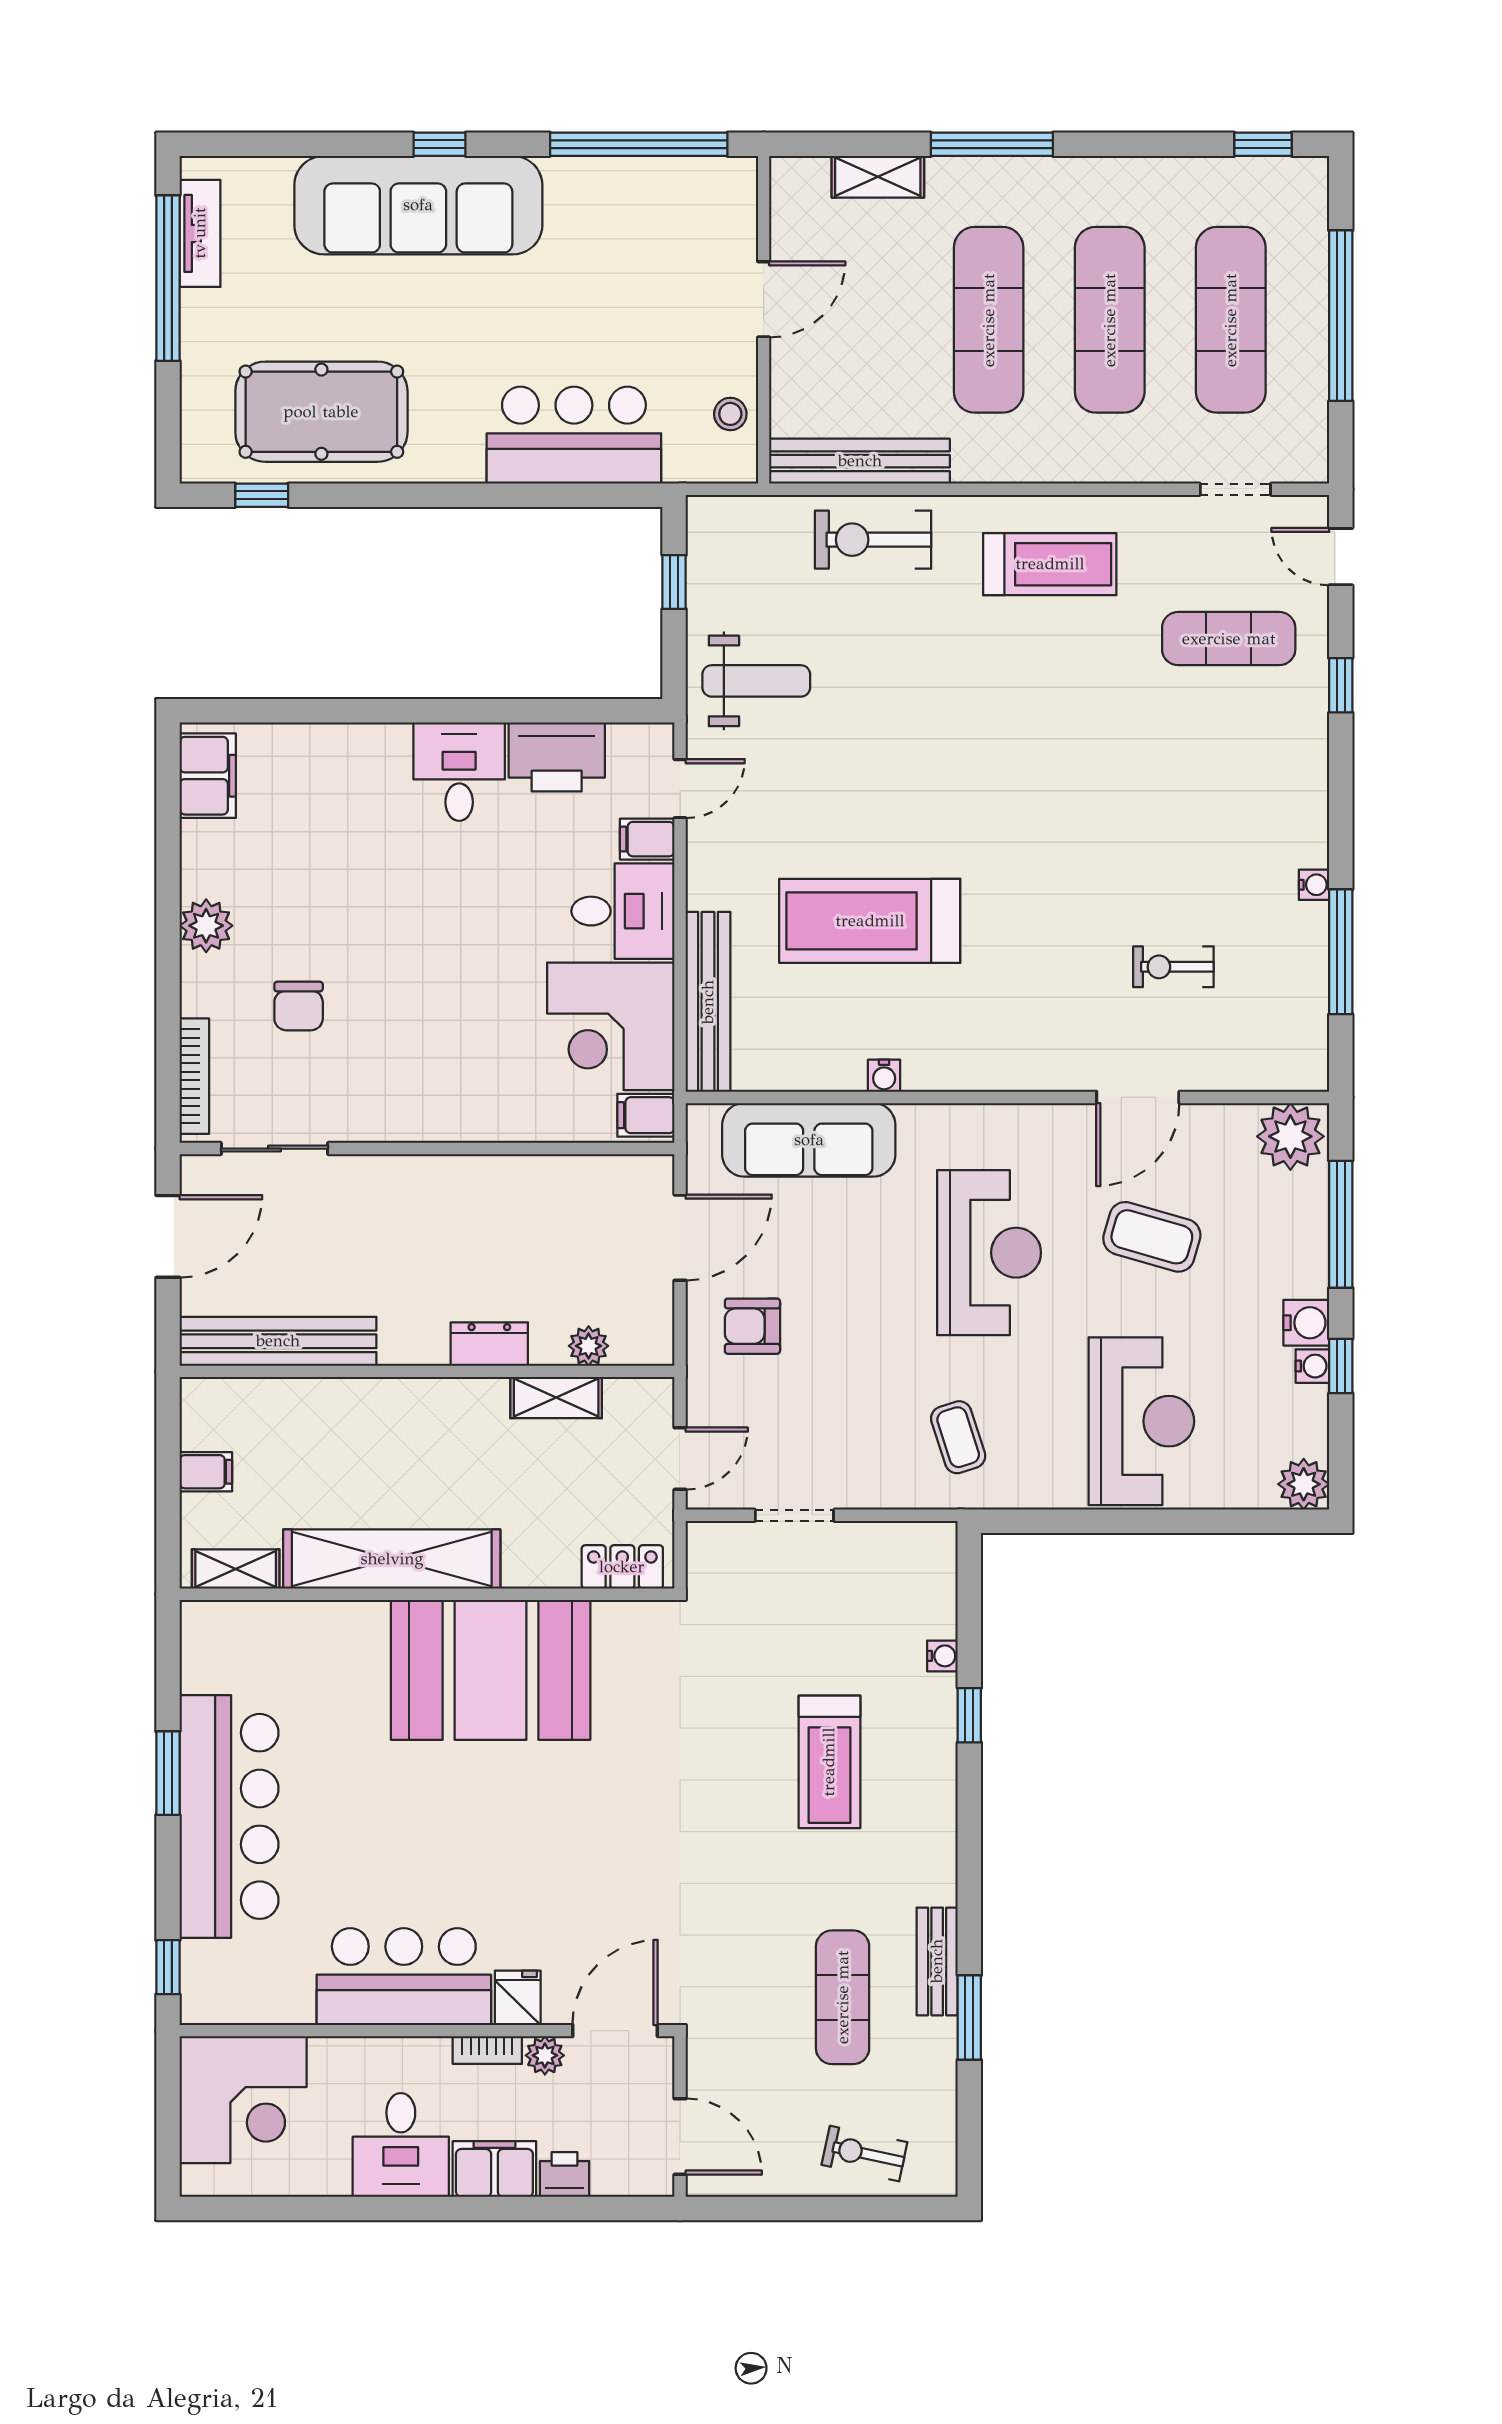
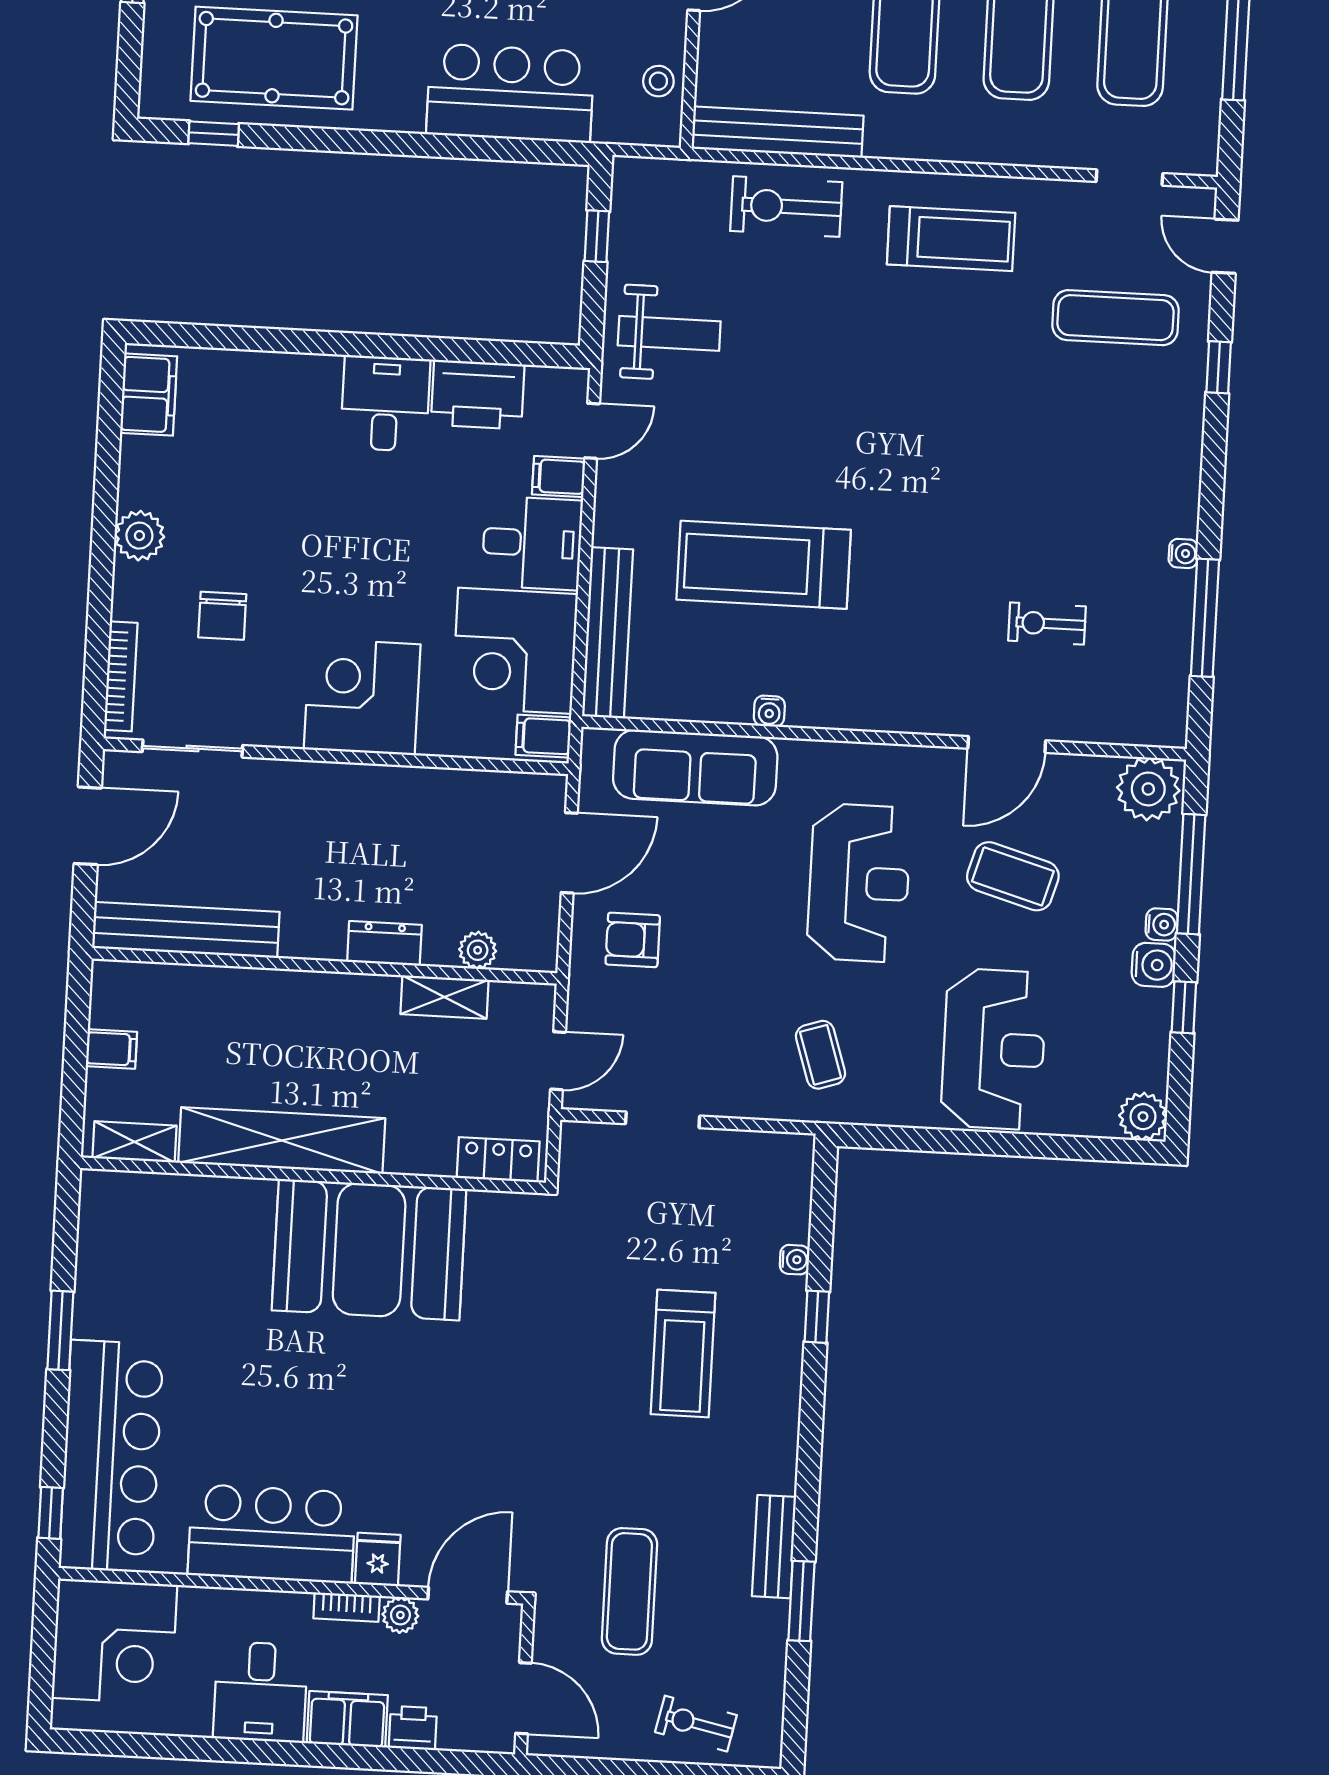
corner desk: (452, 1084) -> (362, 697), added
water cooler: (1312, 1366) -> (1162, 924), moved
bar counter: (229, 1816) -> (111, 1456), moved
exercise mat: (843, 1997) -> (629, 1591), moved

